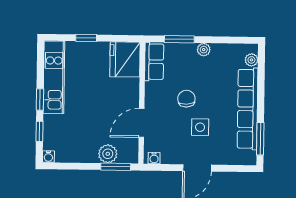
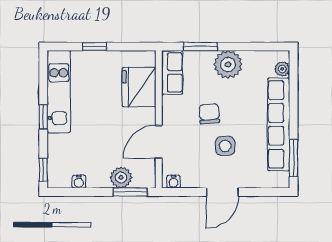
plant: (204, 50) -> (228, 64), width x1.87, depth x1.87
fridge: (125, 59) -> (139, 87), moved
window: (40, 131) -> (43, 170), moved
water cooler: (48, 157) -> (79, 182), moved

